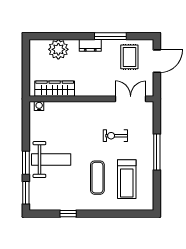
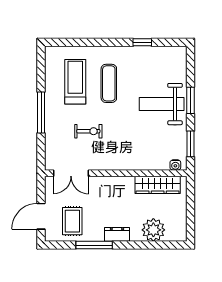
window: (26, 193) -> (190, 144), moved

